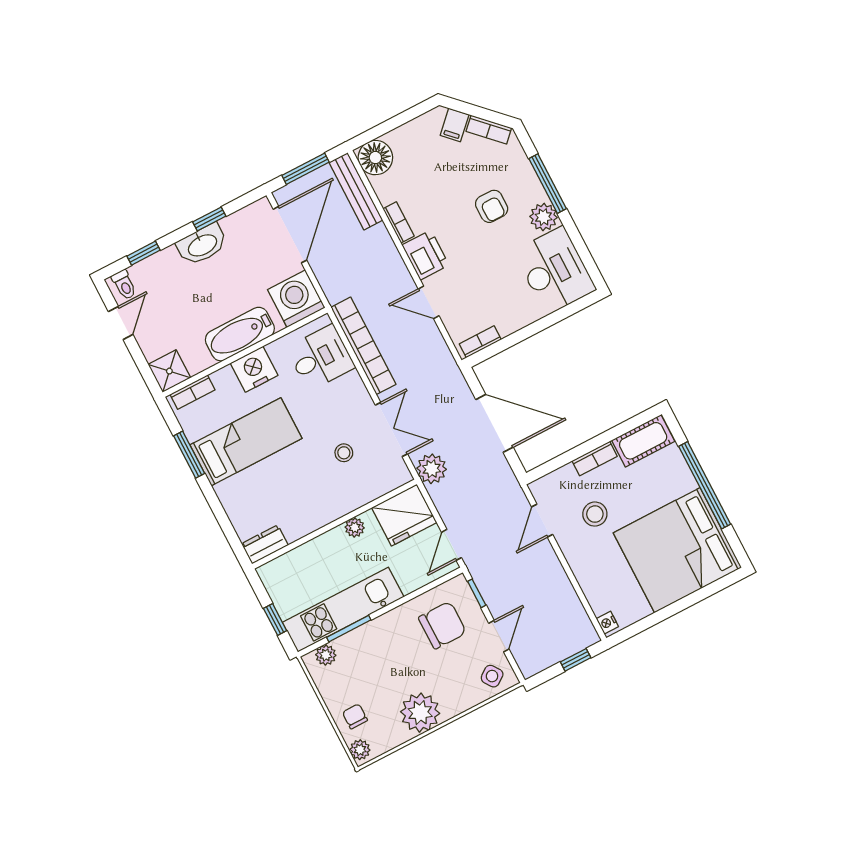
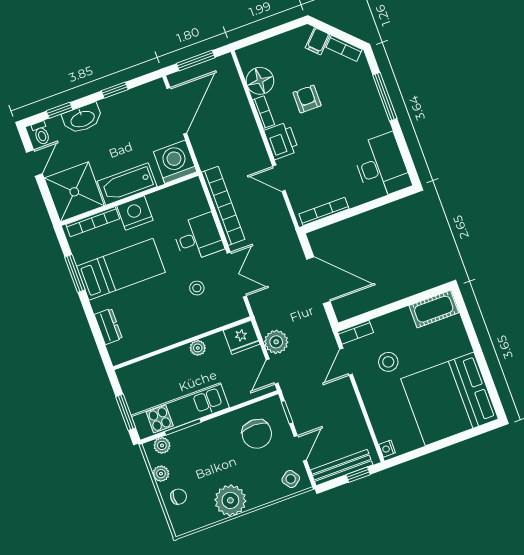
floor lamp: (375, 158) -> (260, 81), moved
bench: (356, 191) -> (342, 467), moved, turned 90
armchair: (492, 206) -> (307, 99), moved, turned 180
plant: (544, 217) -> (378, 123), removed
washbasin: (202, 245) -> (82, 118), moved
bookcase: (480, 342) -> (324, 211), width x1.56
desk: (321, 358) -> (198, 238), moved
shower: (169, 371) -> (74, 192), width x1.86, depth x1.86
bookcase: (192, 392) -> (93, 222), width x1.56
bookcase: (595, 459) -> (355, 332), moved
plant: (432, 469) -> (276, 342), moved
window: (705, 485) -> (478, 350), removed
fridge: (404, 515) -> (242, 337), width x0.73, depth x0.75
dresser: (265, 544) -> (108, 326), moved, turned 90
window: (275, 620) -> (126, 412), width x1.50
chair: (442, 625) -> (257, 434), turned 90
chair: (355, 716) -> (179, 497), turned 90
plant: (360, 750) -> (161, 474), moved

